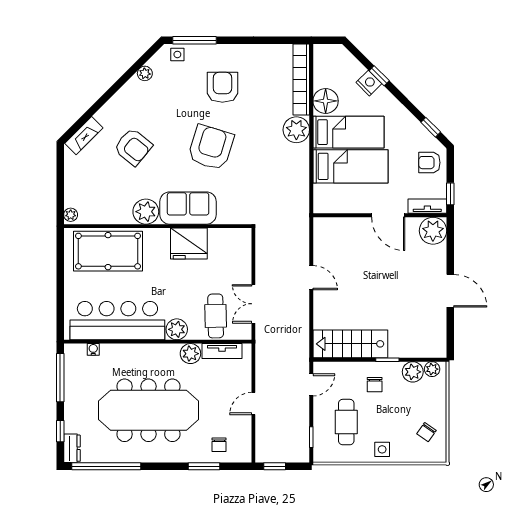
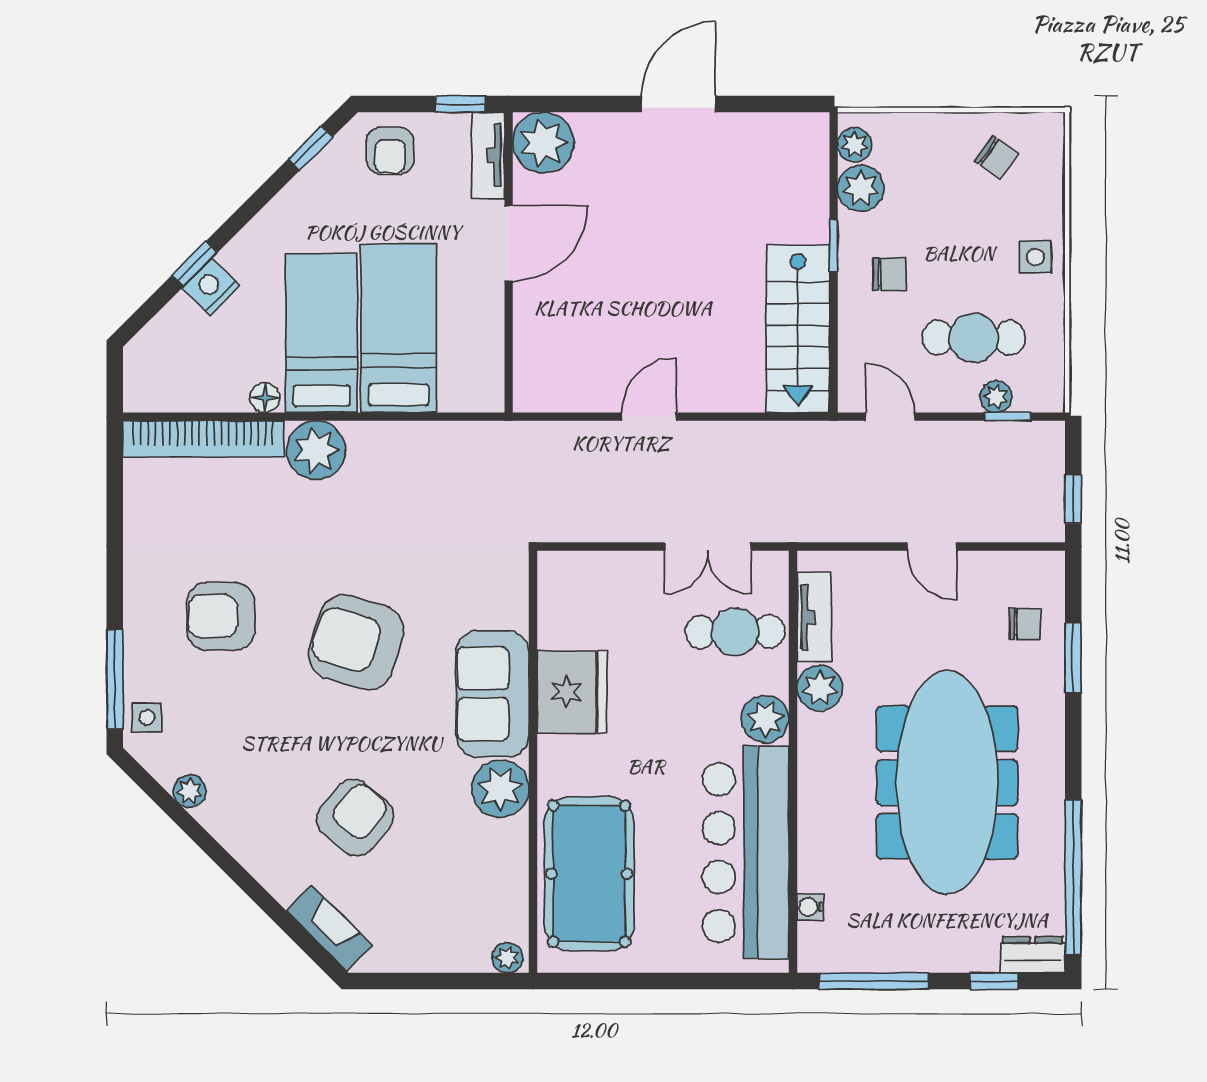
floor lamp: (326, 101) -> (265, 398), width x0.53, depth x0.53
plant: (320, 432) -> (996, 397), added

